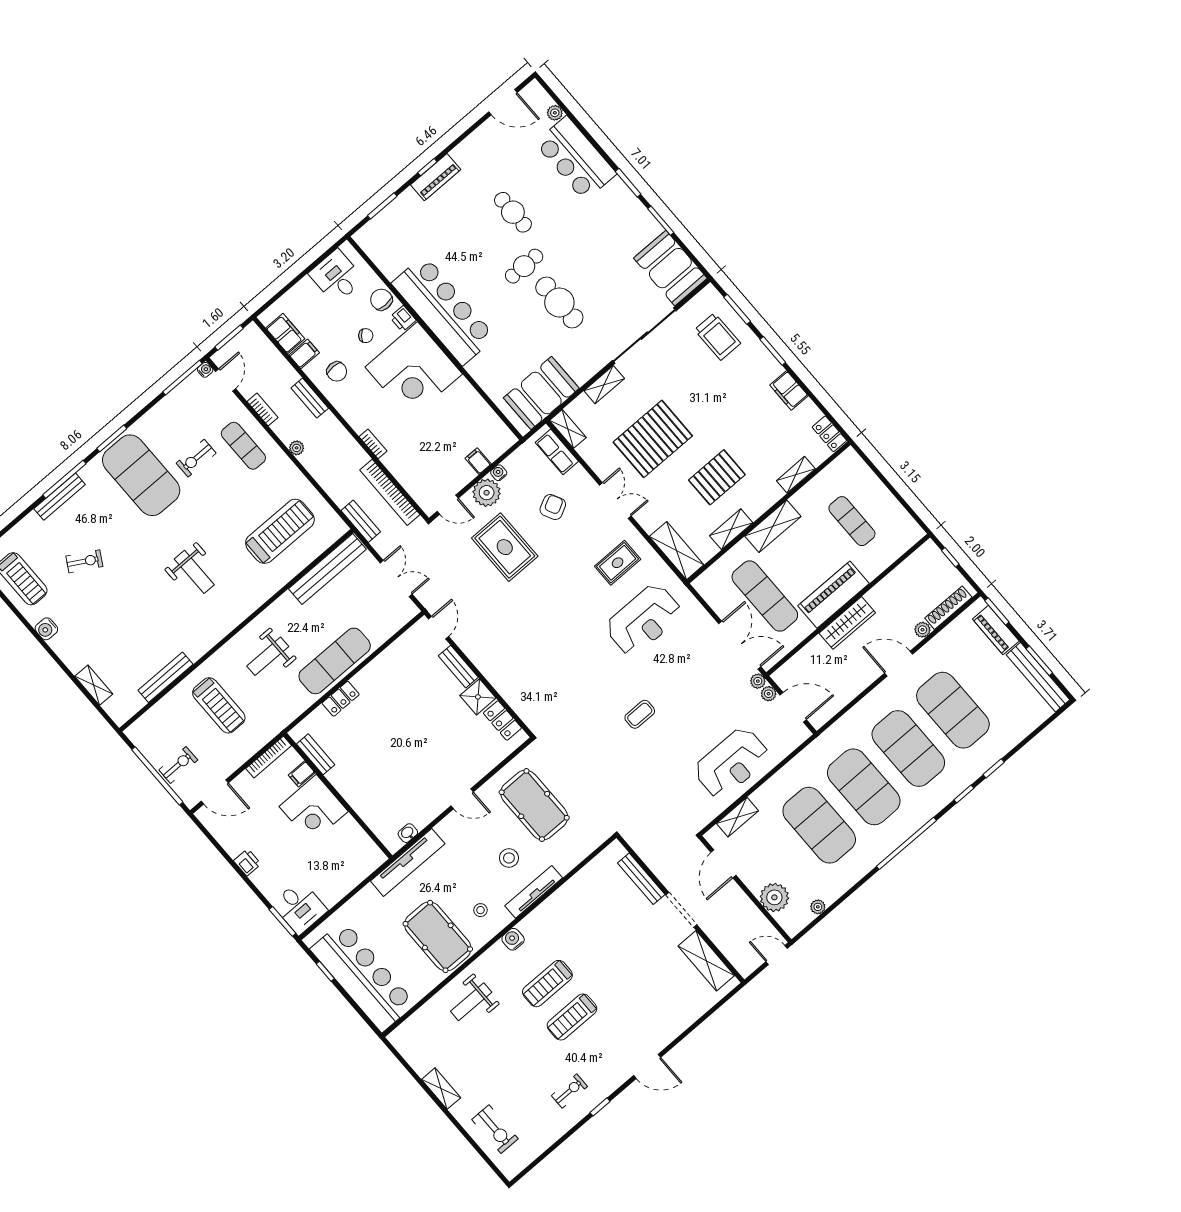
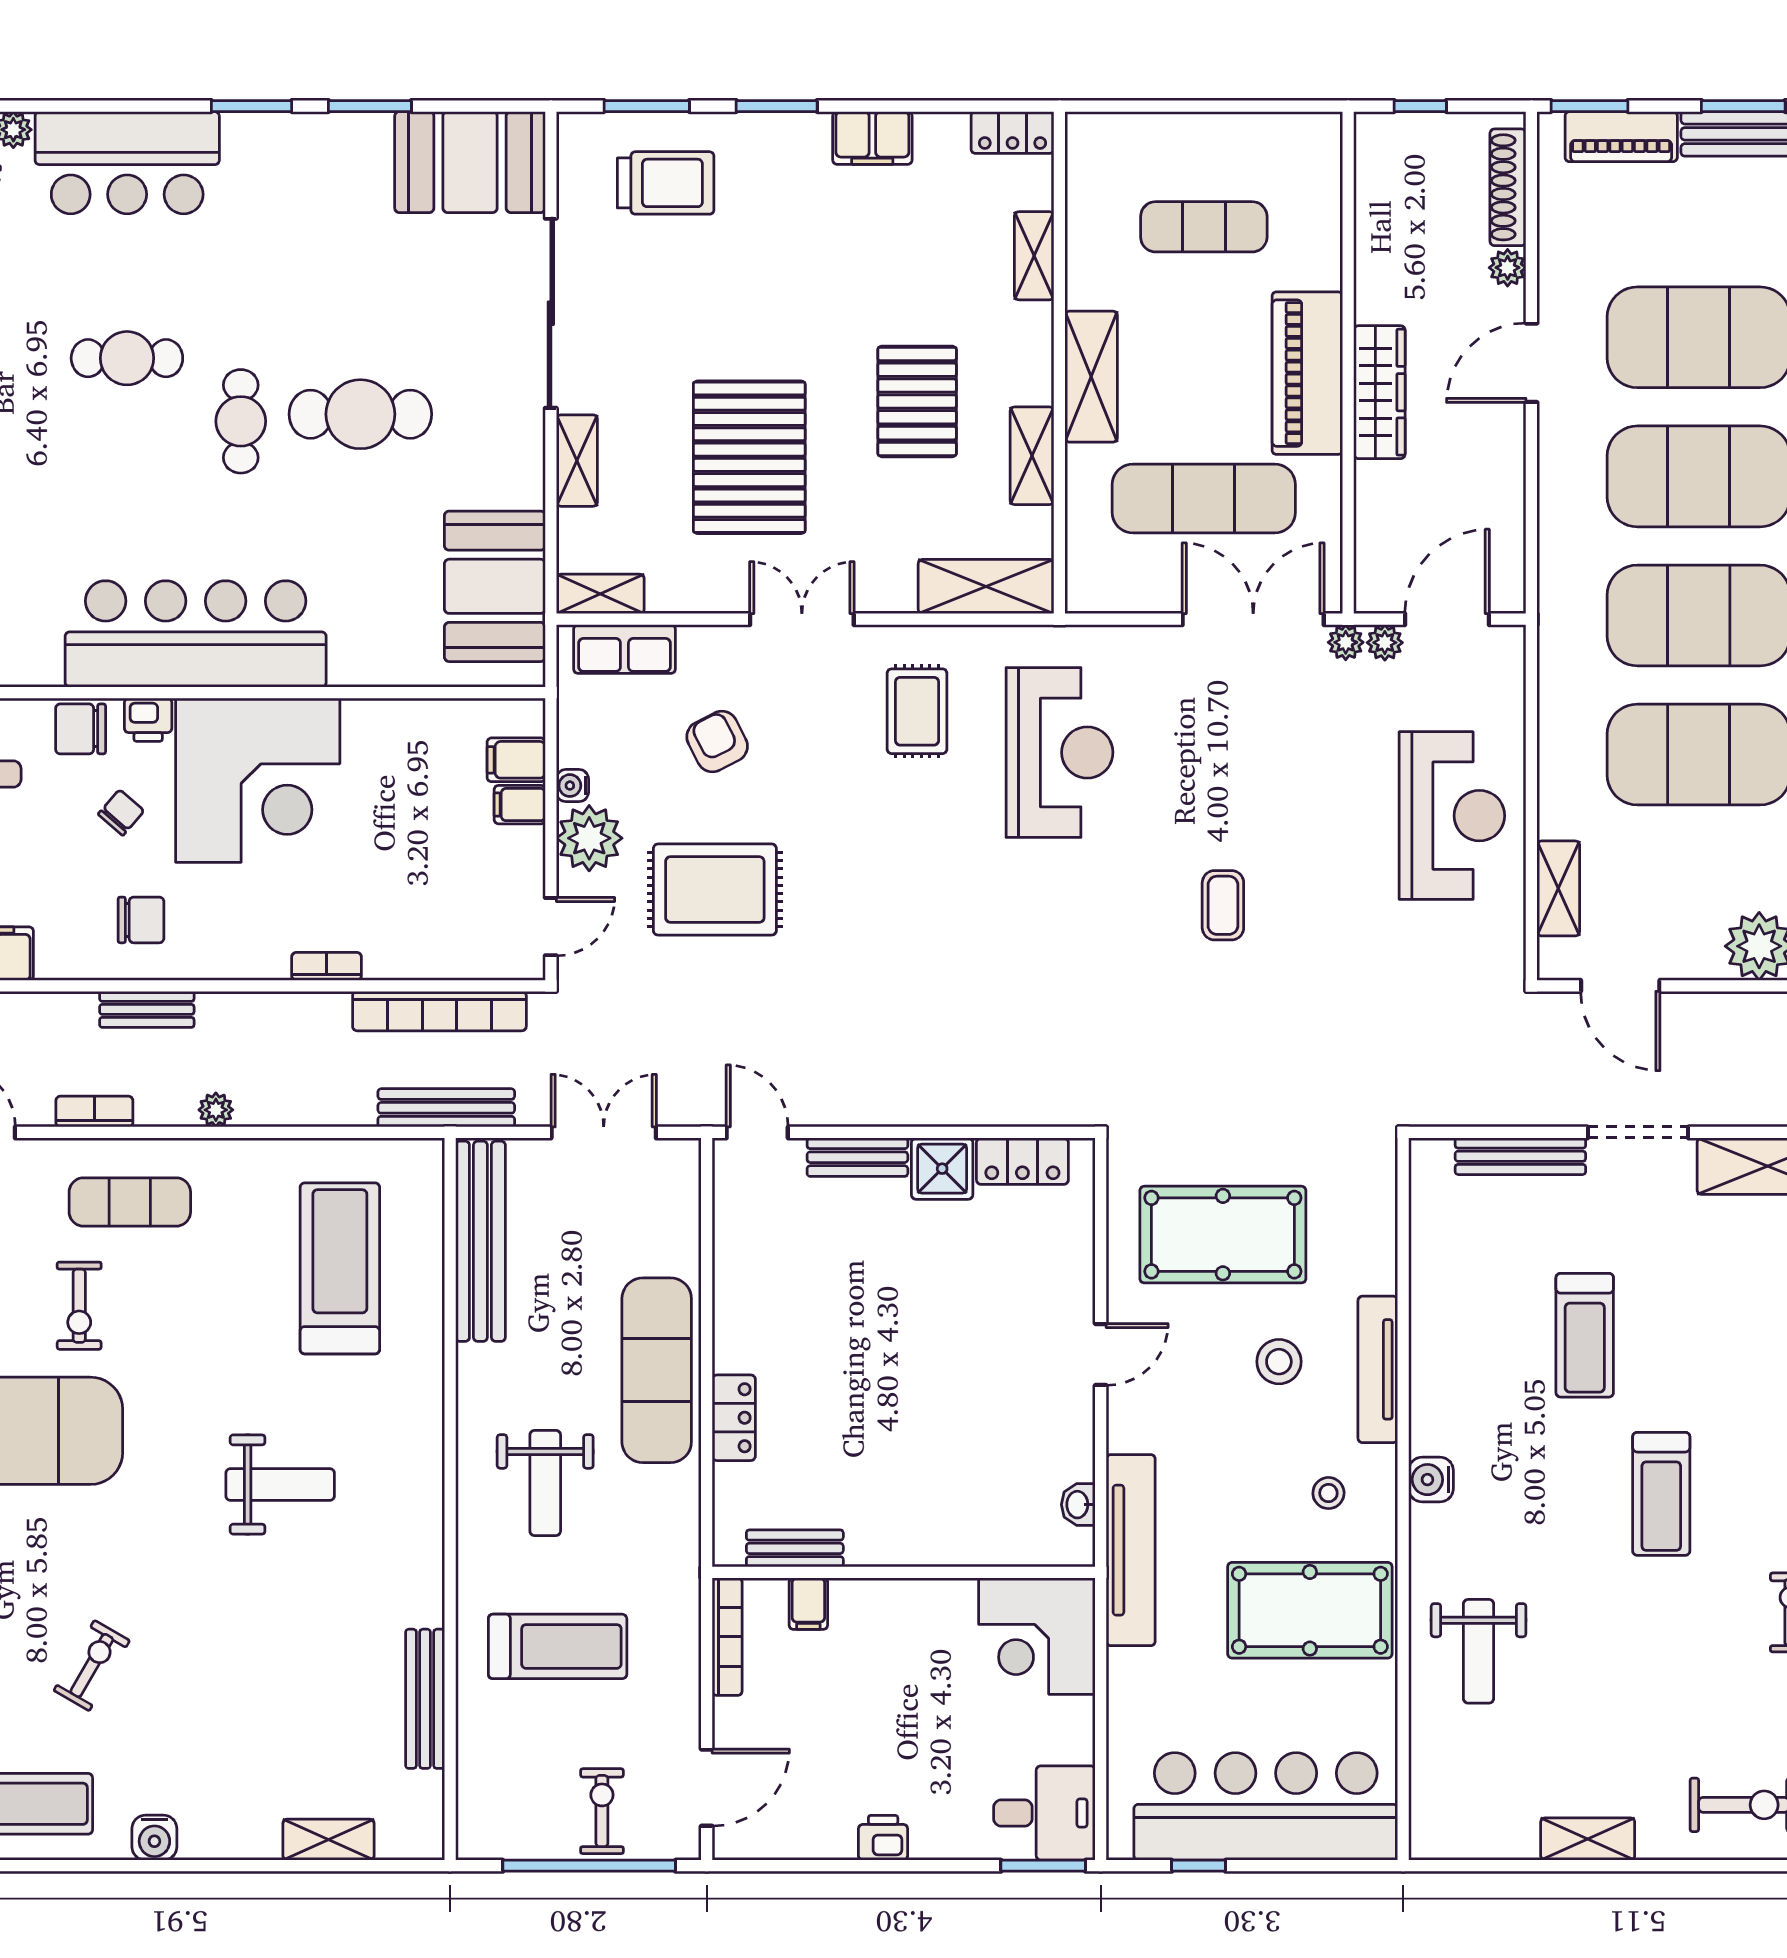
filing cabinet: (304, 354) -> (516, 760), moved, turned -90
bench: (361, 521) -> (446, 1108), width x1.36
corner desk: (314, 809) -> (1037, 1636), moved, turned 90
treadmill: (547, 984) -> (1585, 1335), moved

